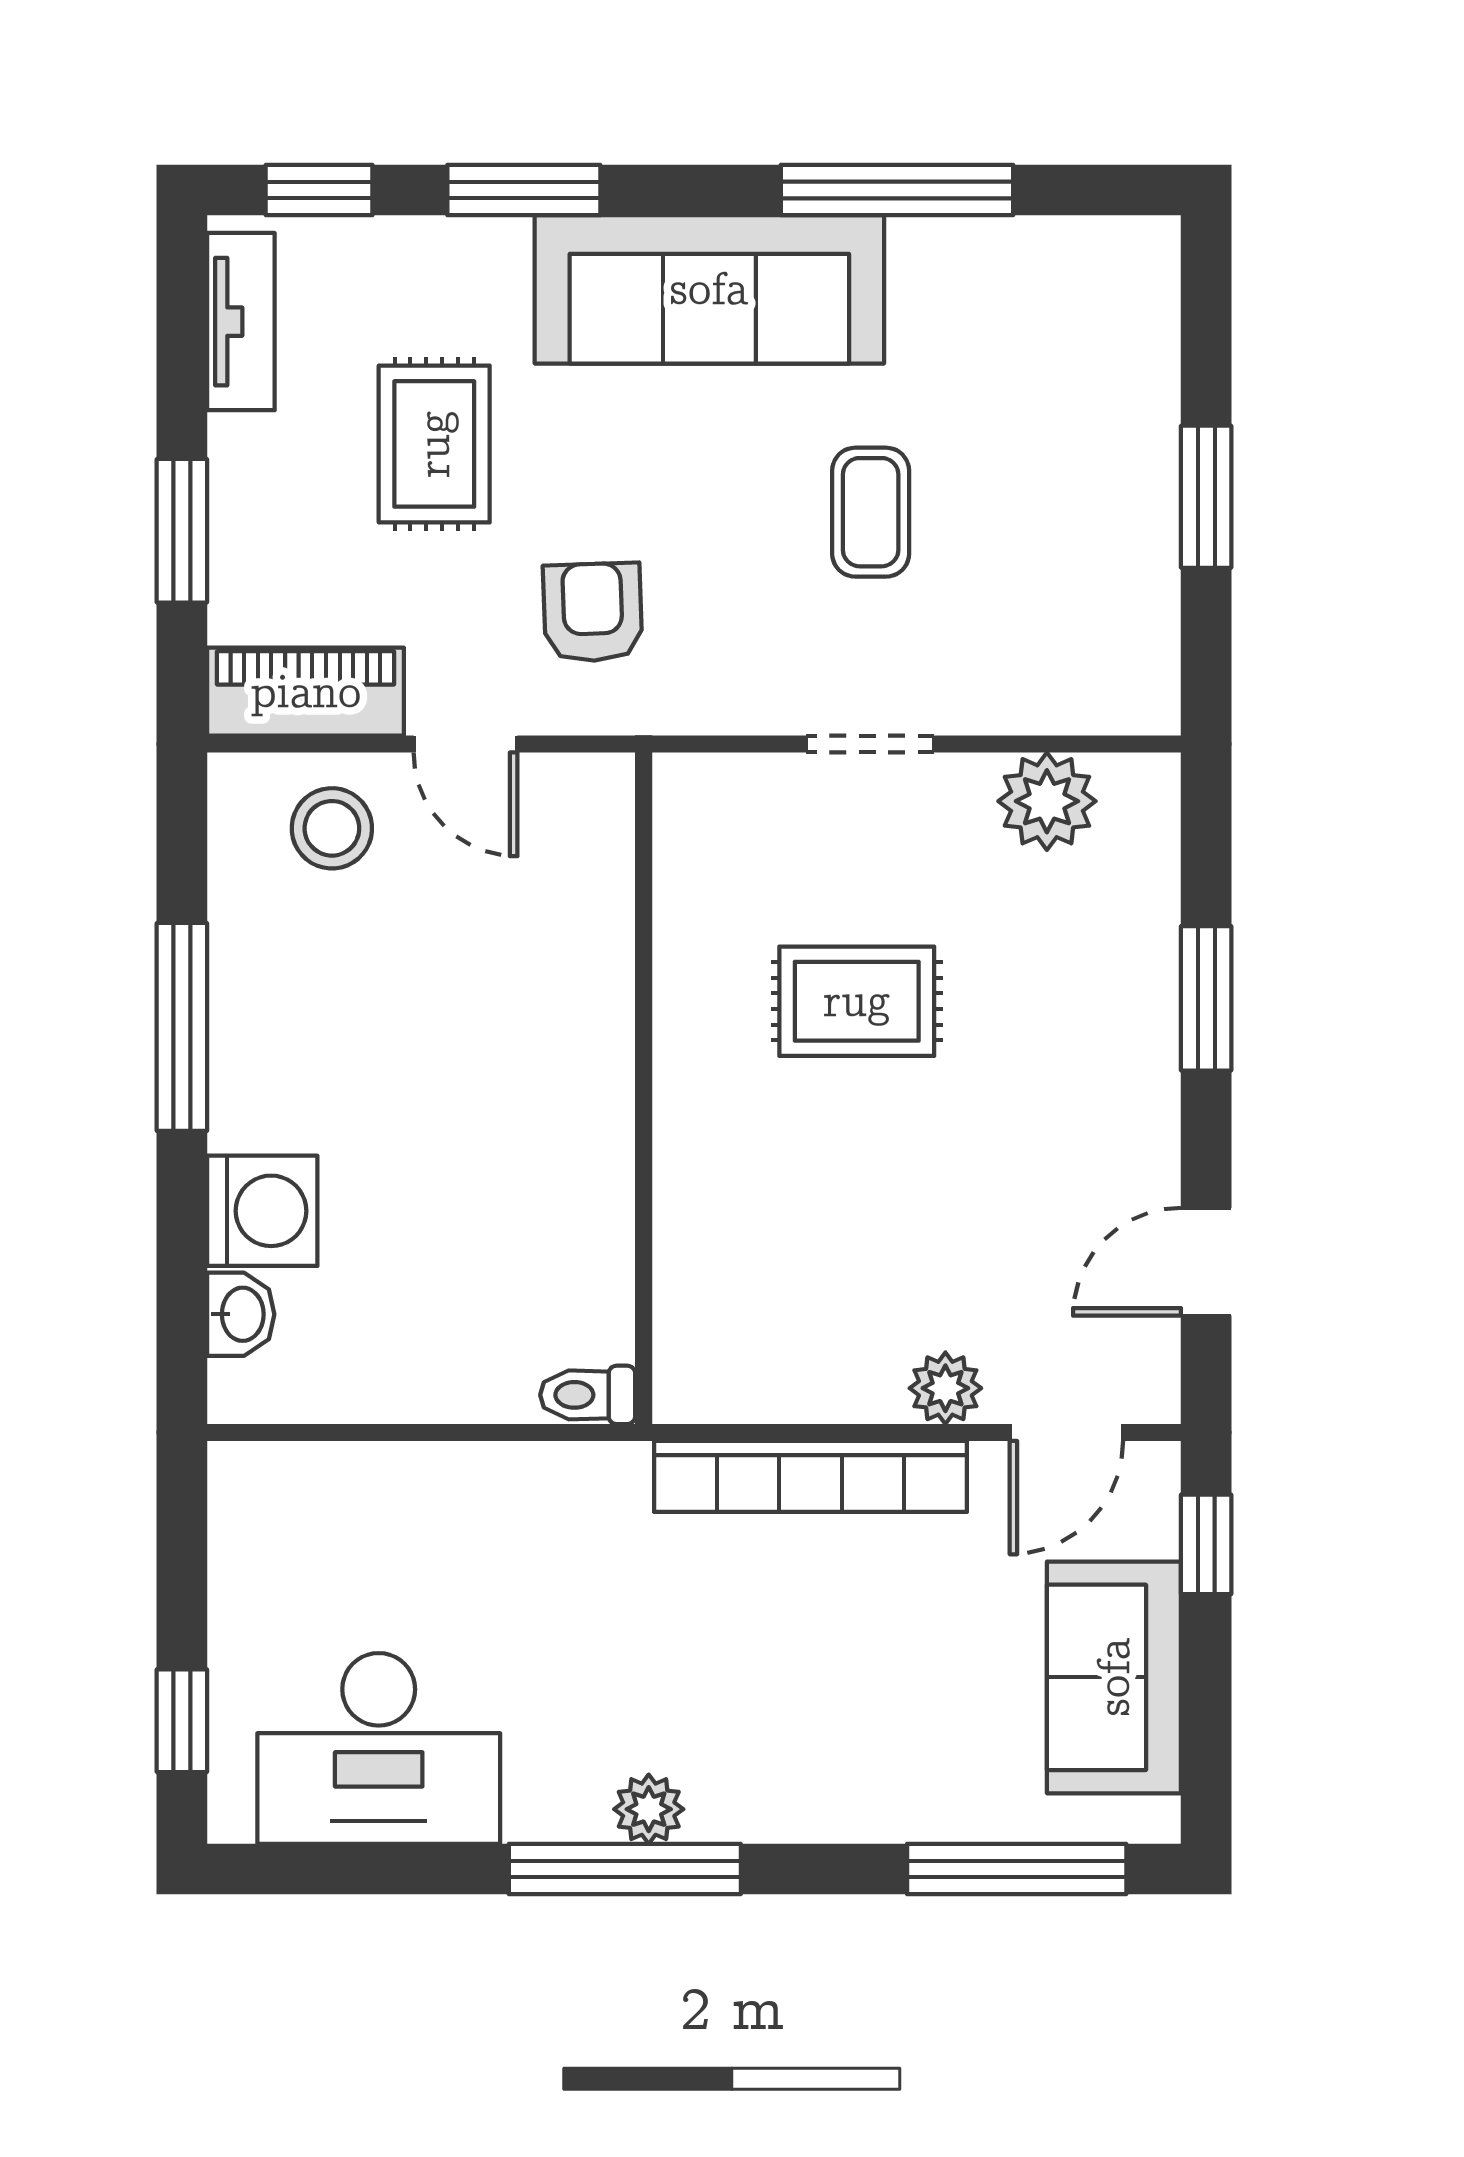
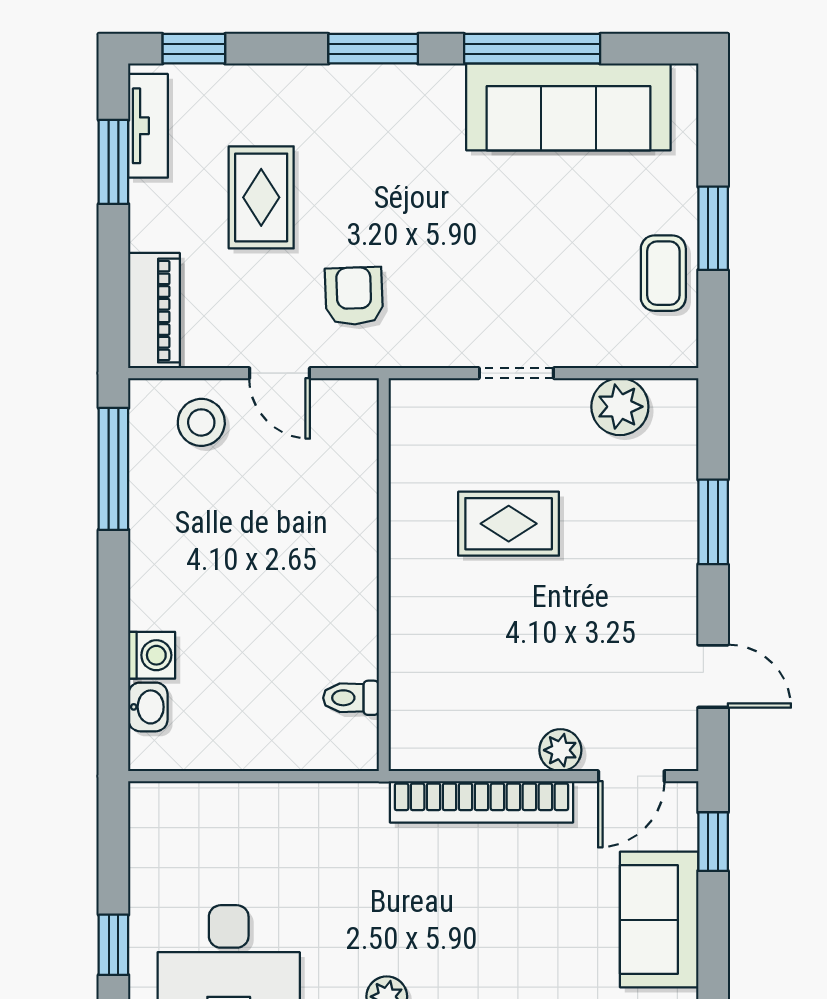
window: (524, 190) -> (373, 49), moved
sofa: (709, 289) -> (568, 107), moved
coffee table: (871, 512) -> (663, 273), moved
window: (182, 531) -> (113, 162), moved
piano: (306, 692) -> (154, 311), moved, turned 90
window: (182, 1027) -> (113, 469), moved
washing machine: (262, 1211) -> (152, 655), width x0.73, depth x0.73
door: (1206, 1262) -> (713, 676), swing flipped
toilet: (588, 1395) -> (351, 698), moved

